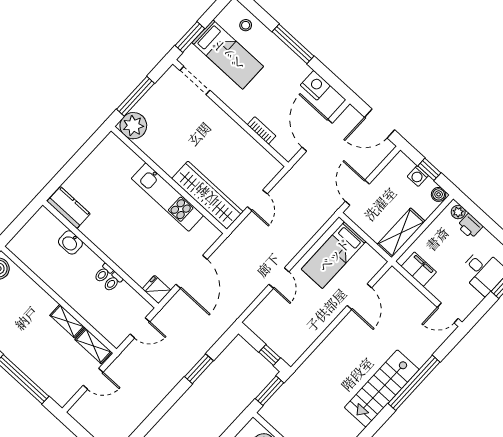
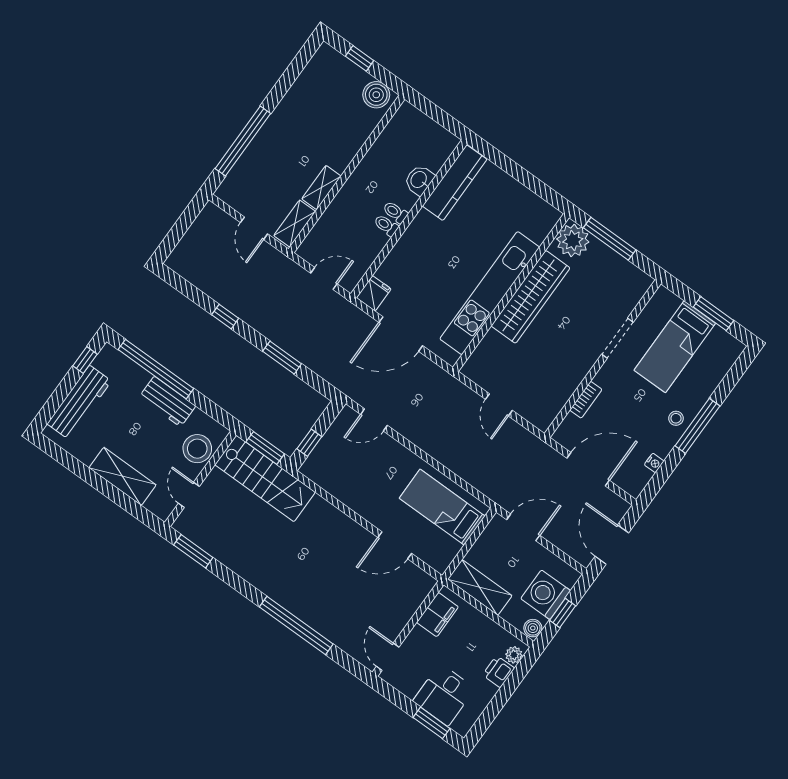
stool: (246, 25) -> (676, 418), moved
window: (190, 37) -> (713, 314), moved
doorway: (195, 80) -> (617, 338), moved
nightstand: (315, 85) -> (654, 463), width x0.53, depth x0.56
washing machine: (418, 176) -> (546, 595), width x1.89, depth x1.89
wardrobe: (207, 195) -> (531, 297), moved
kitchen unit: (167, 197) -> (490, 293), width x1.36
door: (257, 200) -> (499, 405), hinge flipped
kitchen counter: (69, 208) -> (455, 183), width x1.50
door: (279, 278) -> (374, 420), moved
toilet: (113, 282) -> (395, 212), moved
door: (140, 328) -> (324, 279), swing flipped
stairs: (382, 388) -> (265, 478), moved, turned 180
window: (161, 410) -> (225, 317), added

